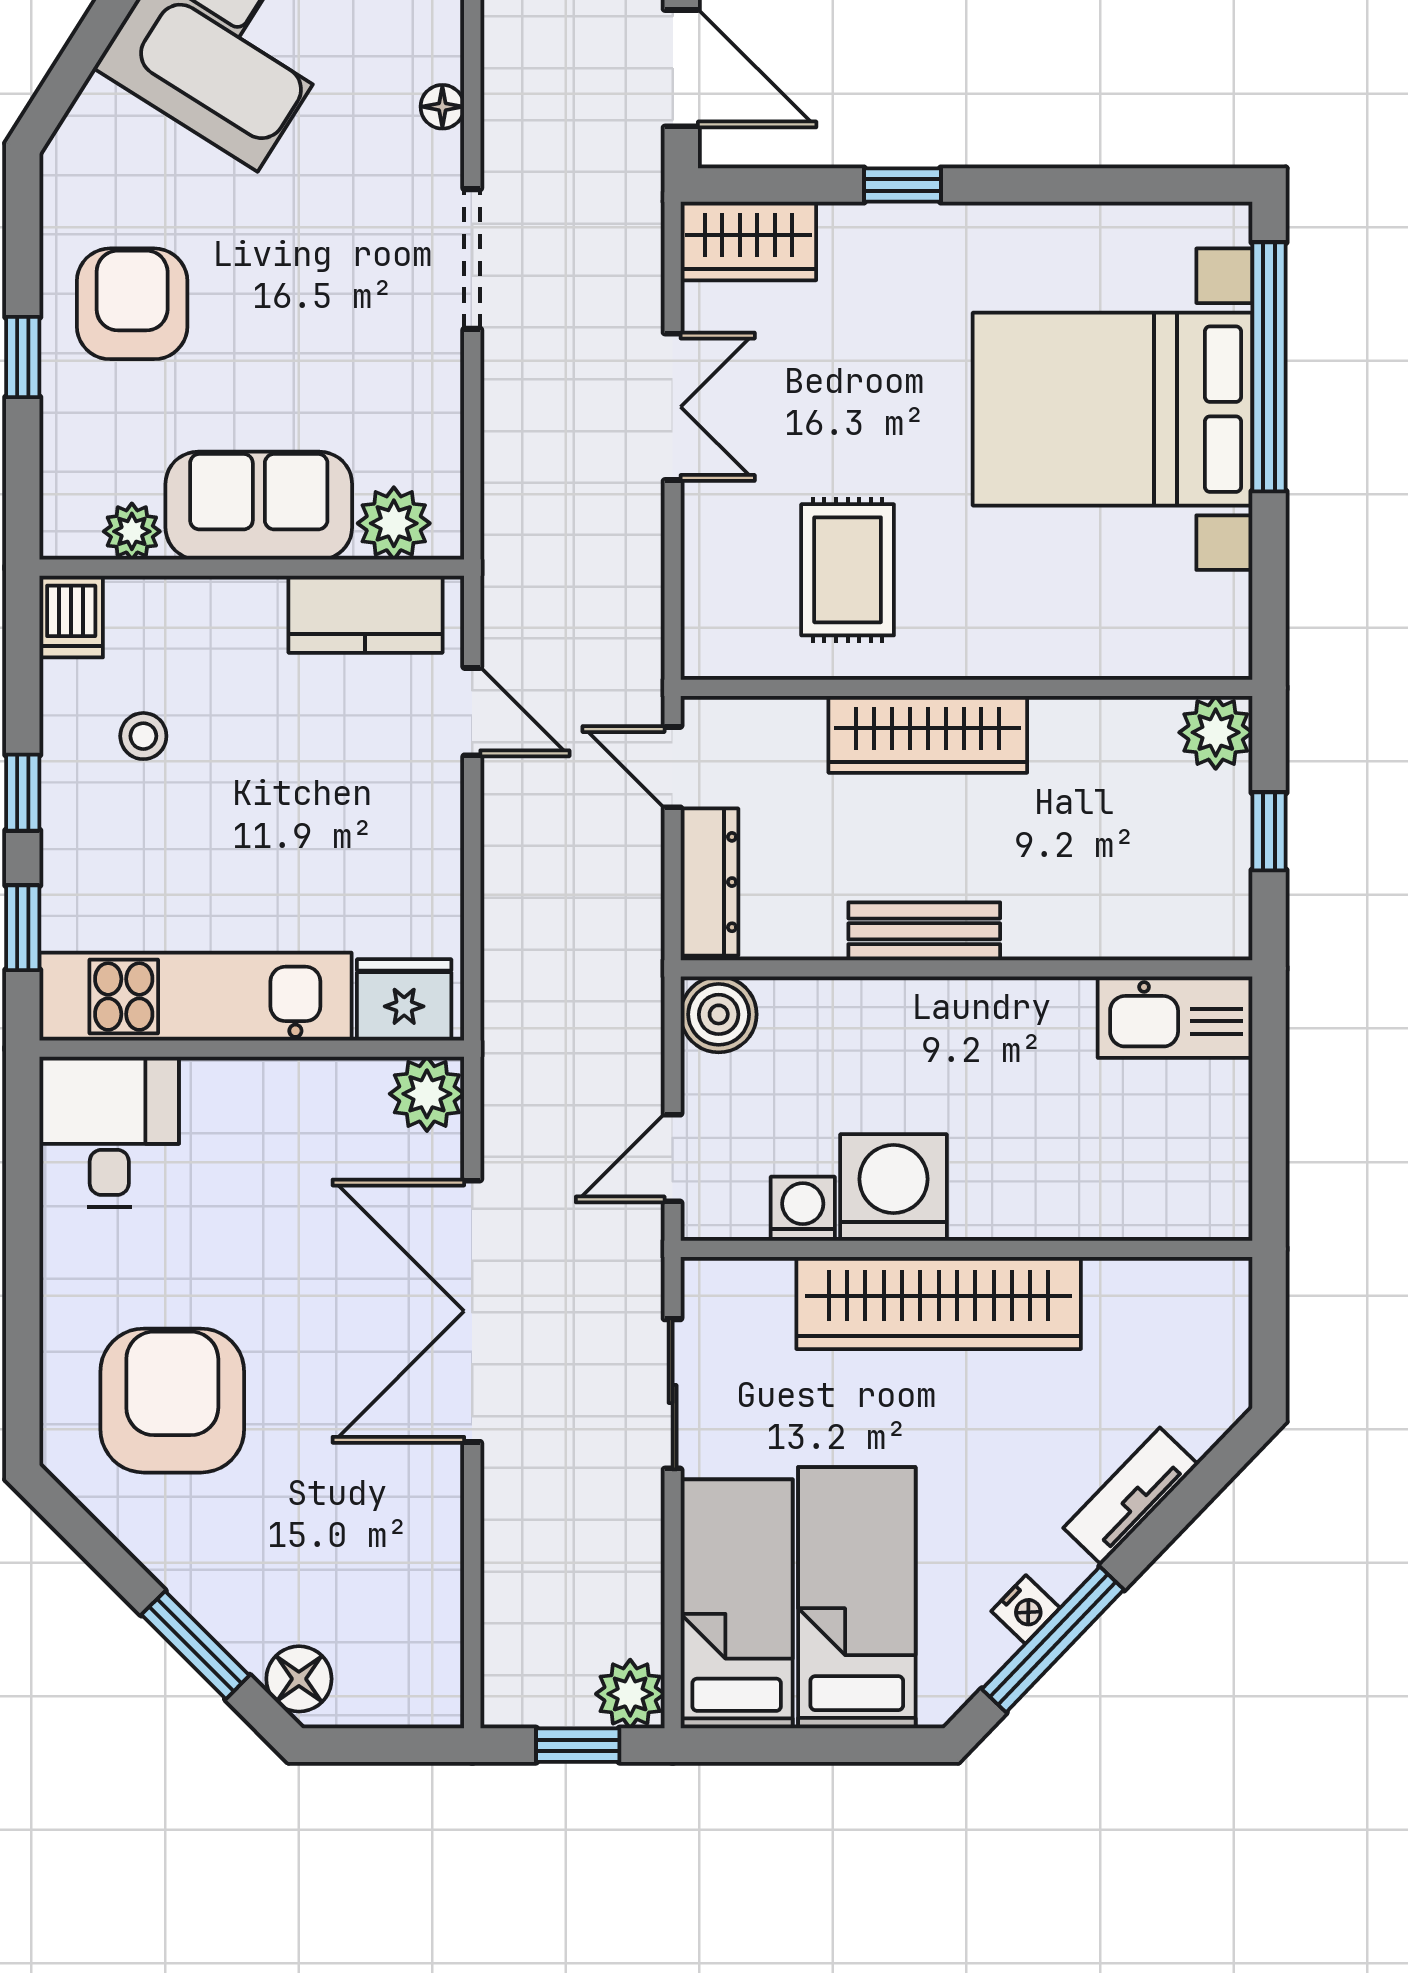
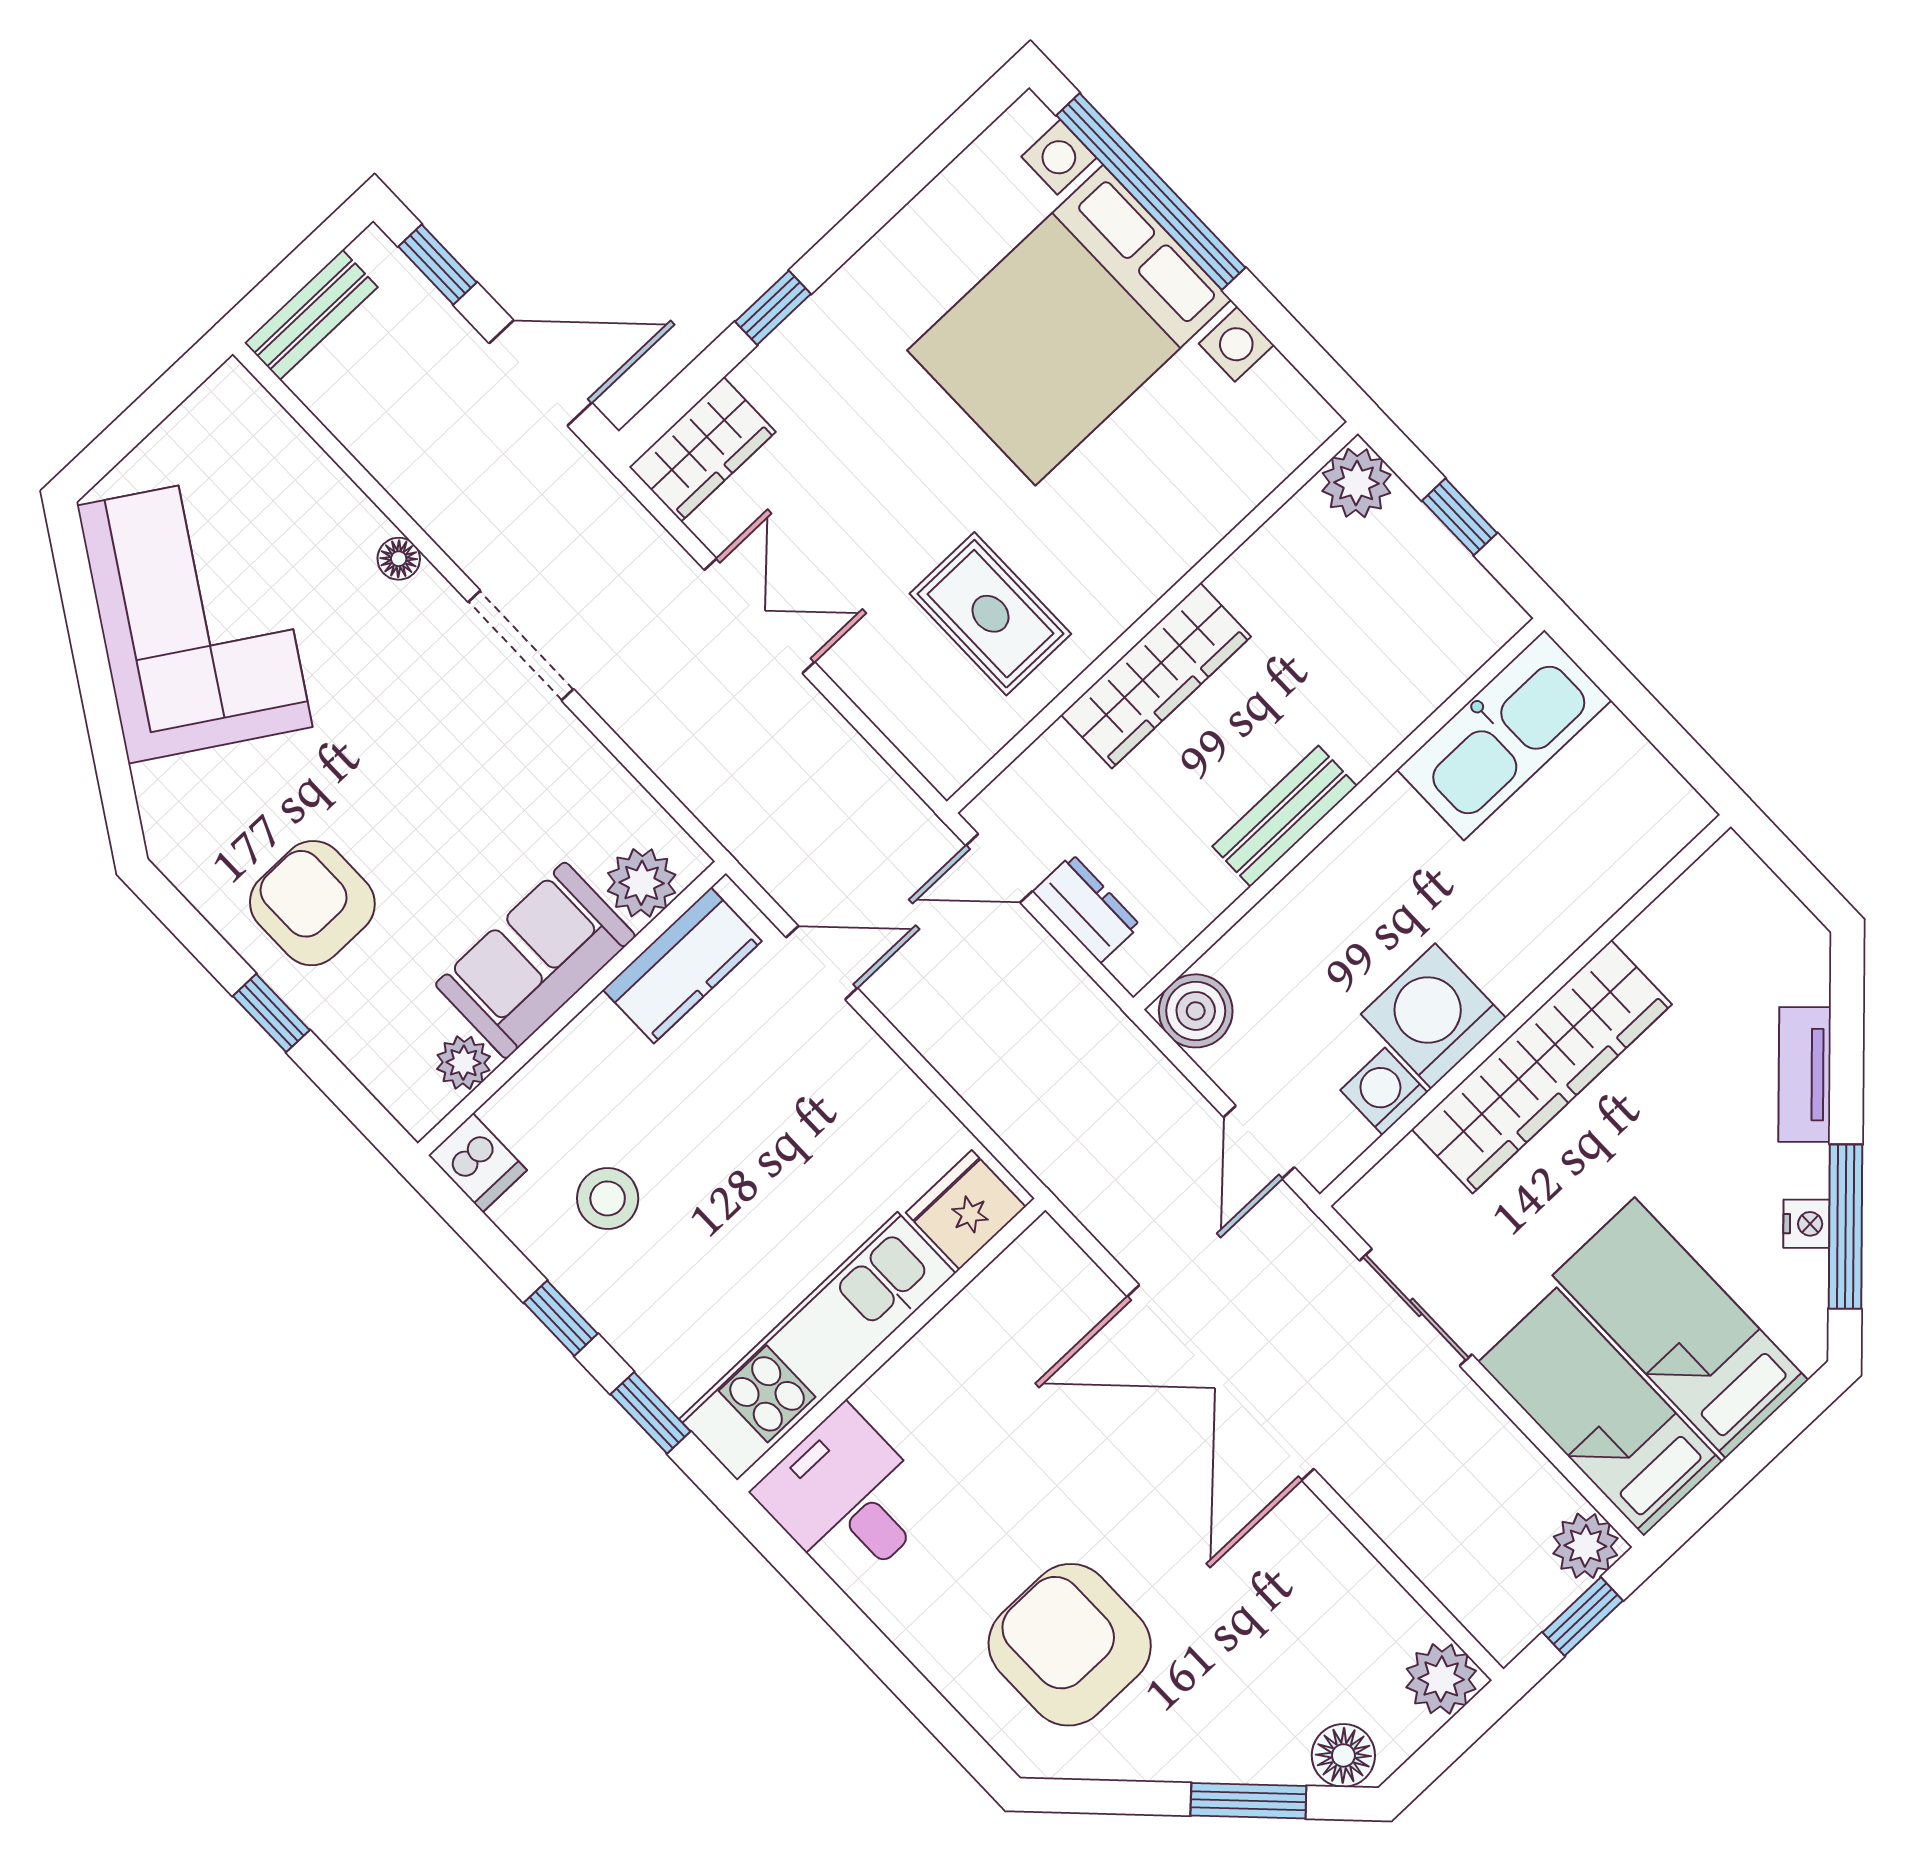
stool: (143, 736) -> (608, 1198), width x1.37, depth x1.37
dresser: (709, 882) -> (1086, 909), width x0.70
kitchen sink: (1175, 1017) -> (1504, 735), width x1.36, depth x1.24
plant: (427, 1094) -> (1441, 1679), moved

